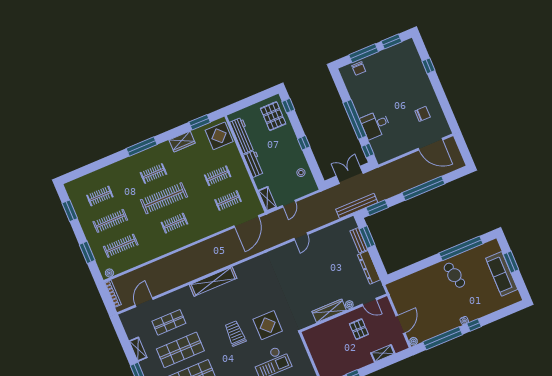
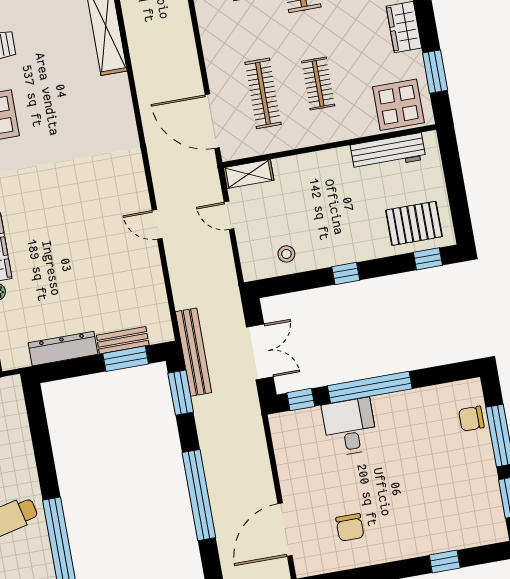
workbench: (254, 164) -> (326, 163), removed
clothes rail: (228, 201) -> (263, 93), width x1.36

